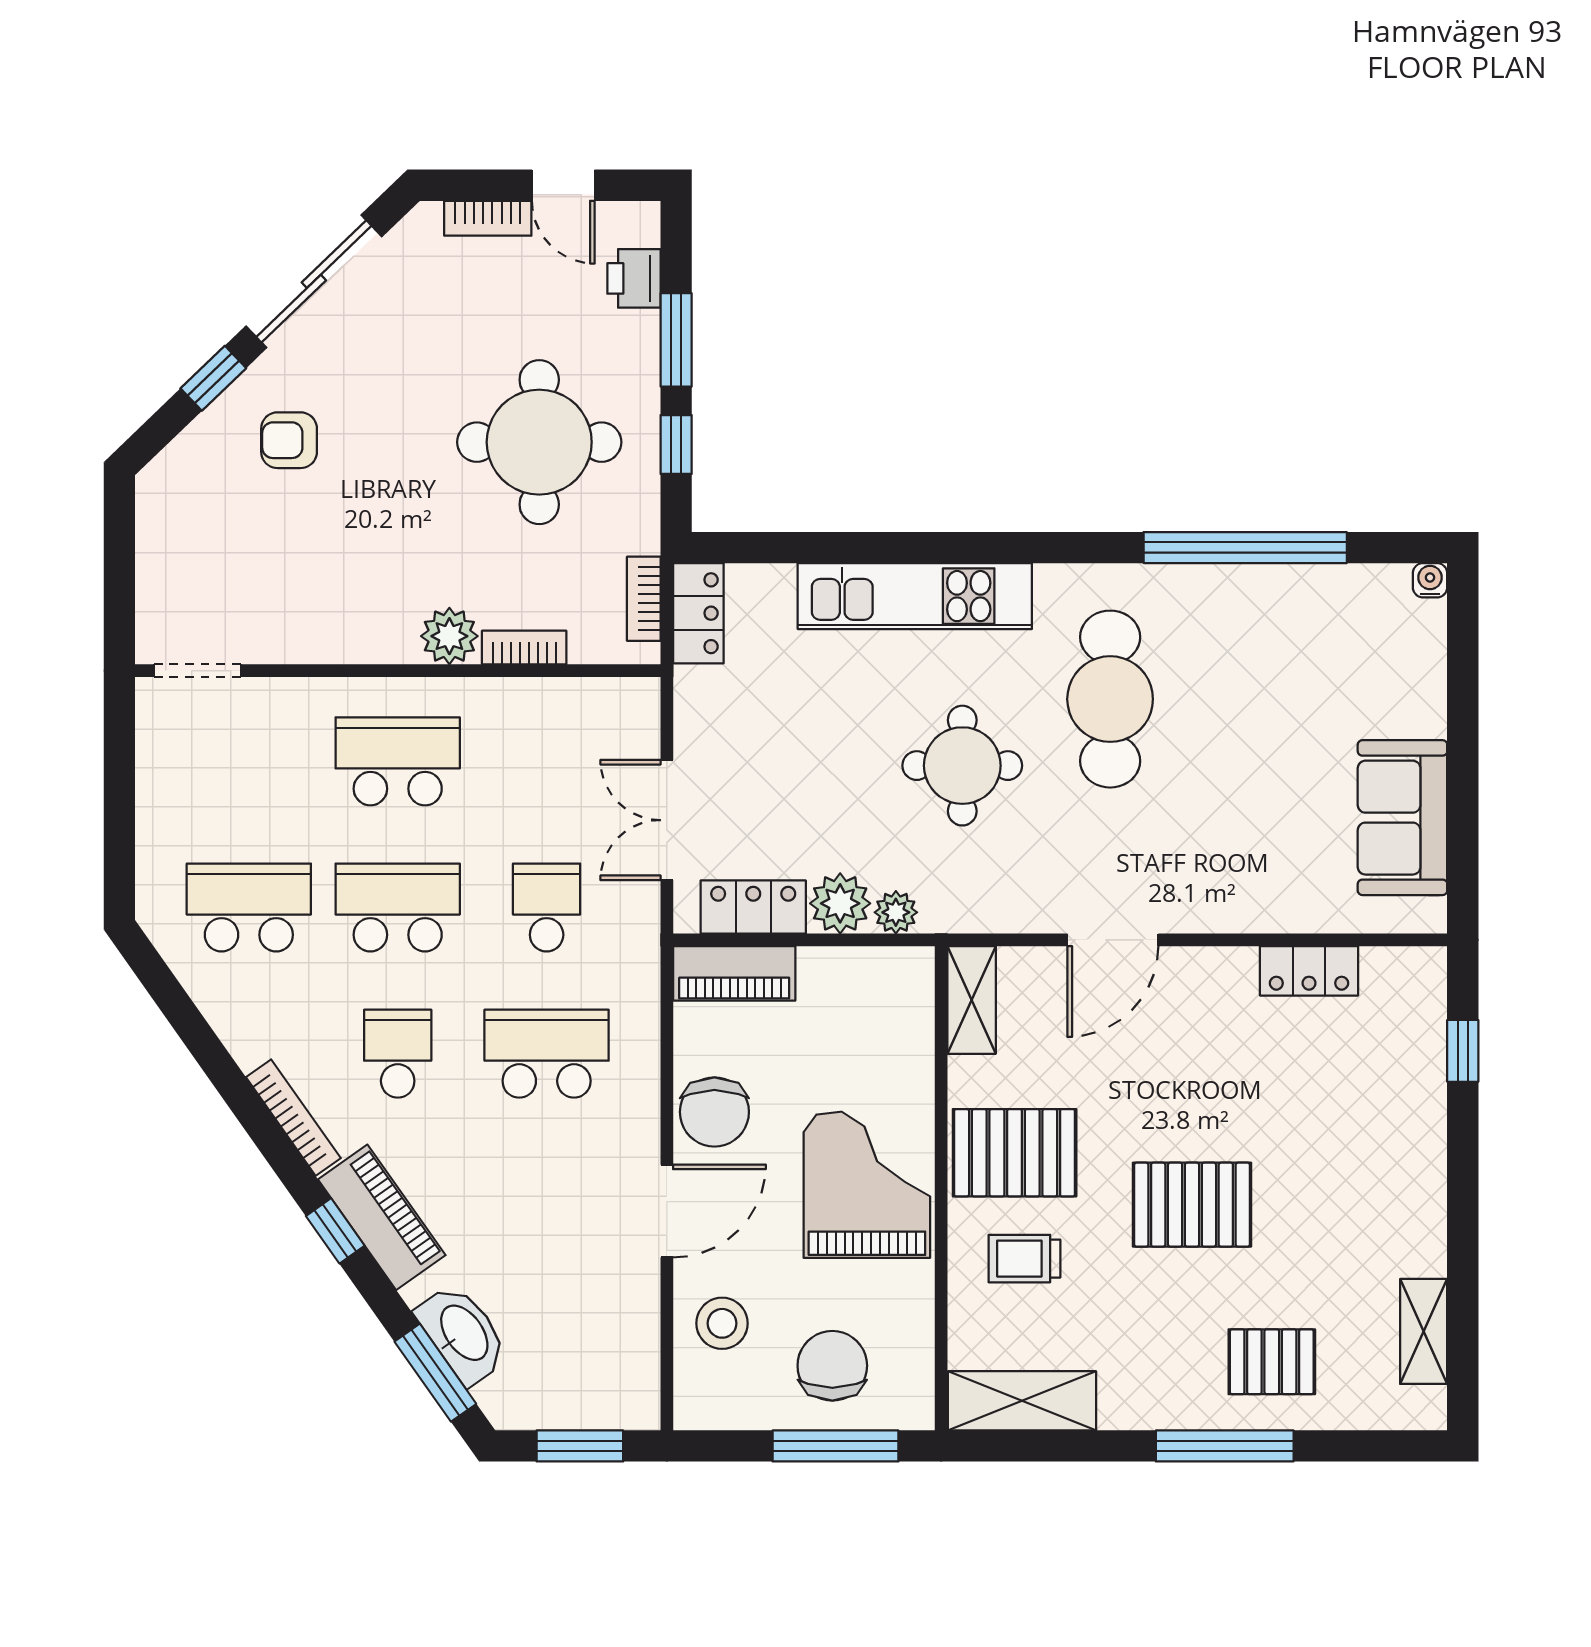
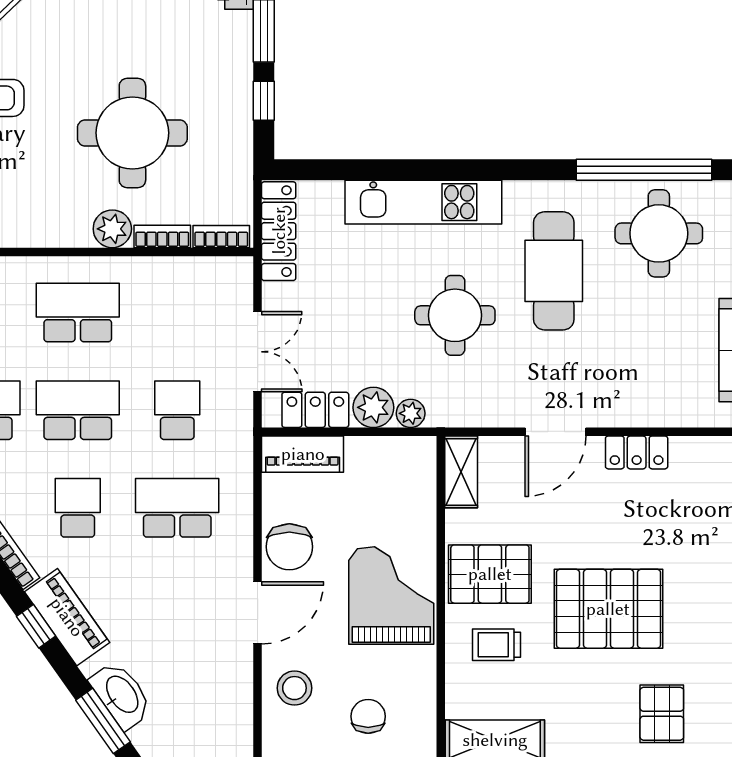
round table: (539, 442) -> (132, 133), moved
bookcase: (644, 599) -> (221, 237), moved, turned 90
locker: (698, 613) -> (279, 231), width x1.53
round table: (1267, 643) -> (659, 233), added
double door: (667, 820) -> (258, 352), swing flipped
locker: (1309, 971) -> (637, 452), moved
pallet: (1192, 1205) -> (608, 609), width x1.37, depth x1.41
pallet: (1272, 1362) -> (662, 714), turned 90
chair: (832, 1366) -> (368, 716), width x0.73, depth x0.73

